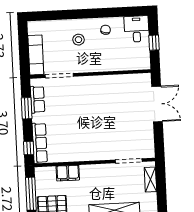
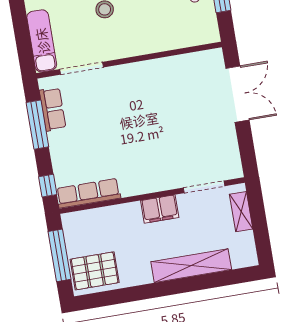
window: (27, 108) -> (37, 125), width x1.44
row of seats: (40, 143) -> (88, 193), moved, turned -90
filing cabinet: (68, 173) -> (160, 209), moved

